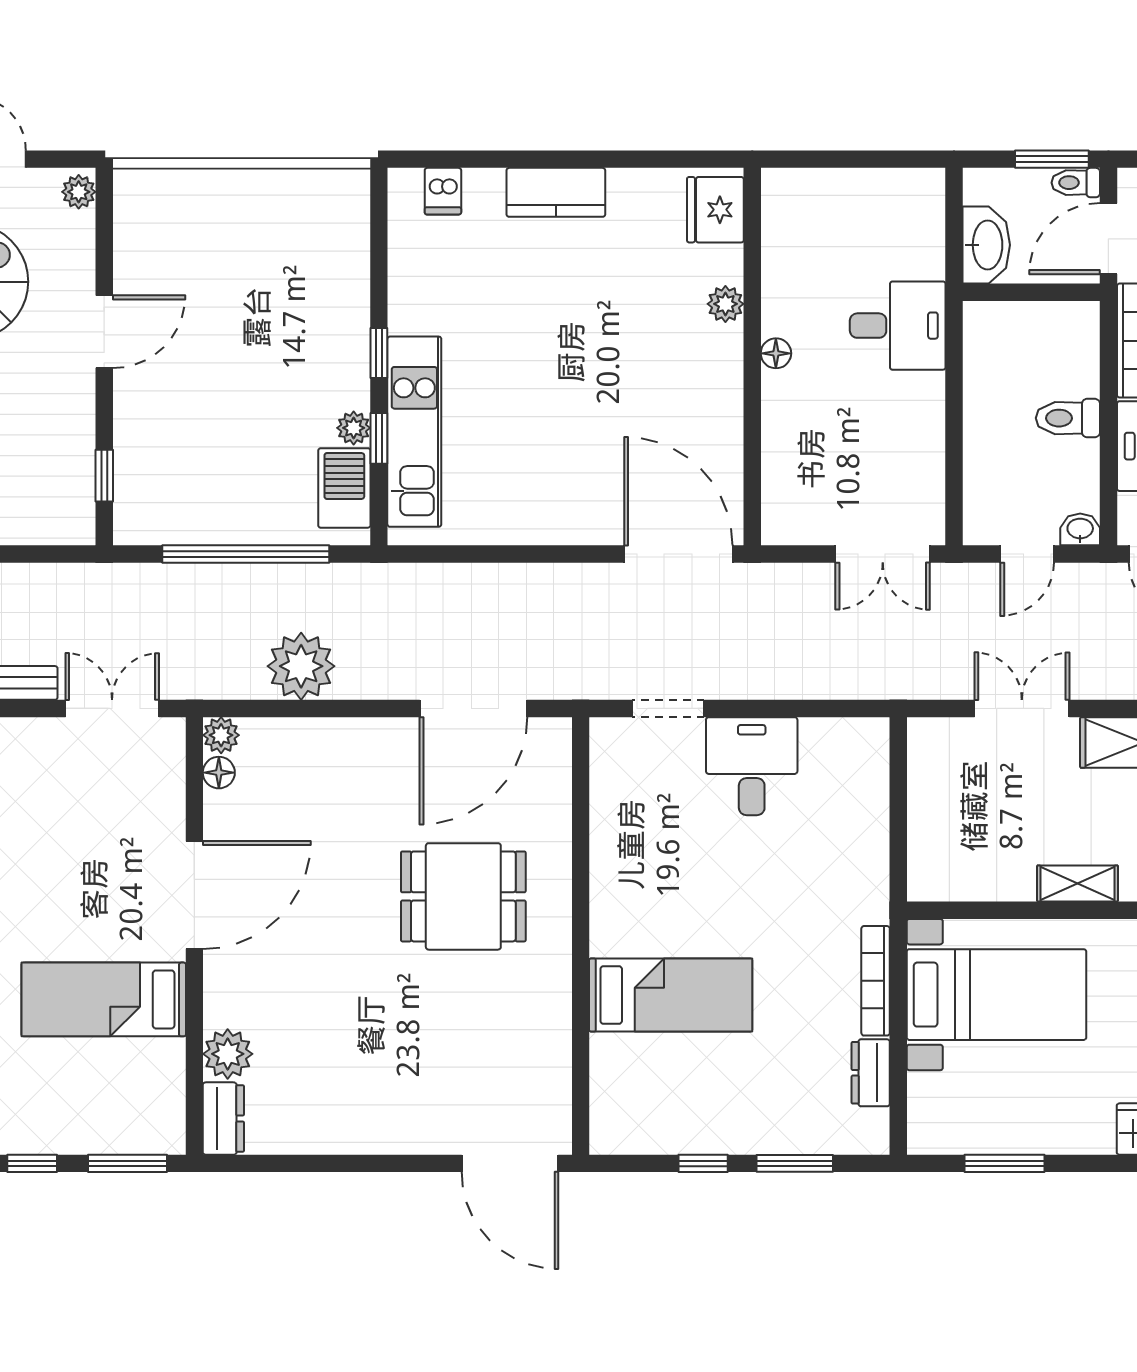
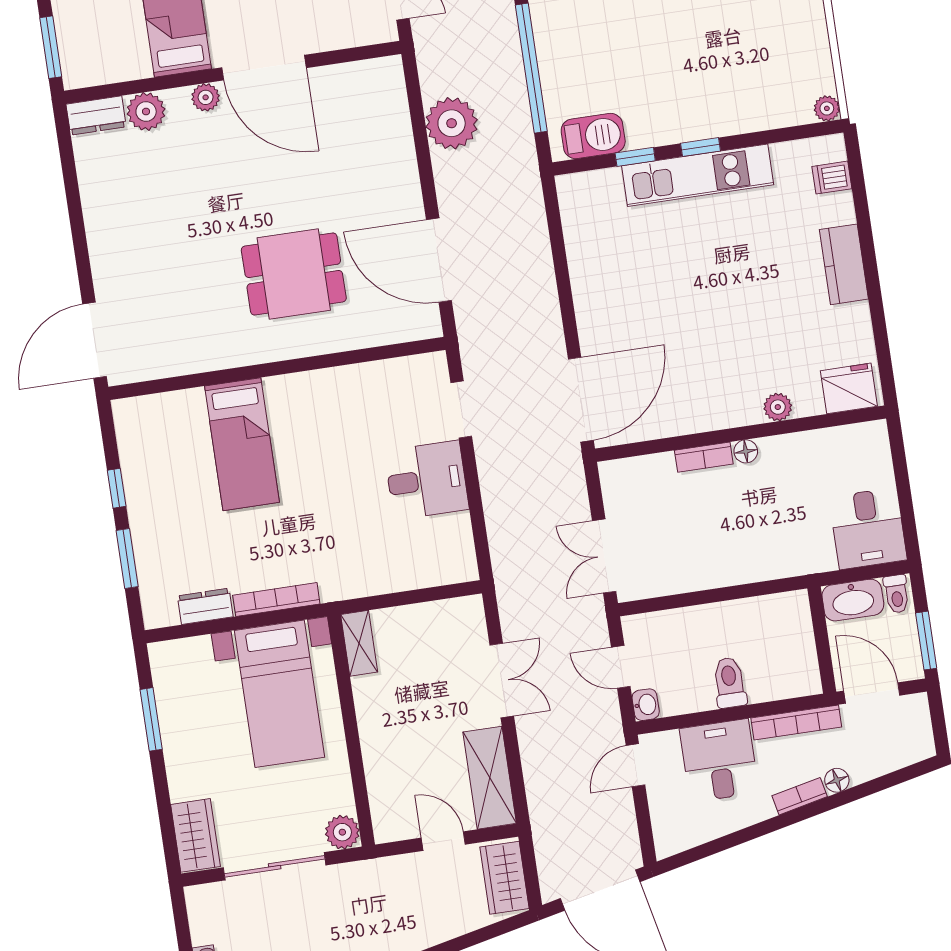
toilet: (1076, 183) -> (896, 594), moved, turned 180
desk: (898, 326) -> (868, 528), moved
bookcase: (775, 408) -> (704, 457), added
plant: (354, 428) -> (827, 108), moved
kitchen unit: (414, 432) -> (698, 175), moved
plant: (221, 735) -> (206, 97), moved
floor lamp: (219, 773) -> (361, 72), removed
shelving: (1078, 883) -> (359, 643), moved
dining table: (463, 896) -> (294, 274), turned 90

